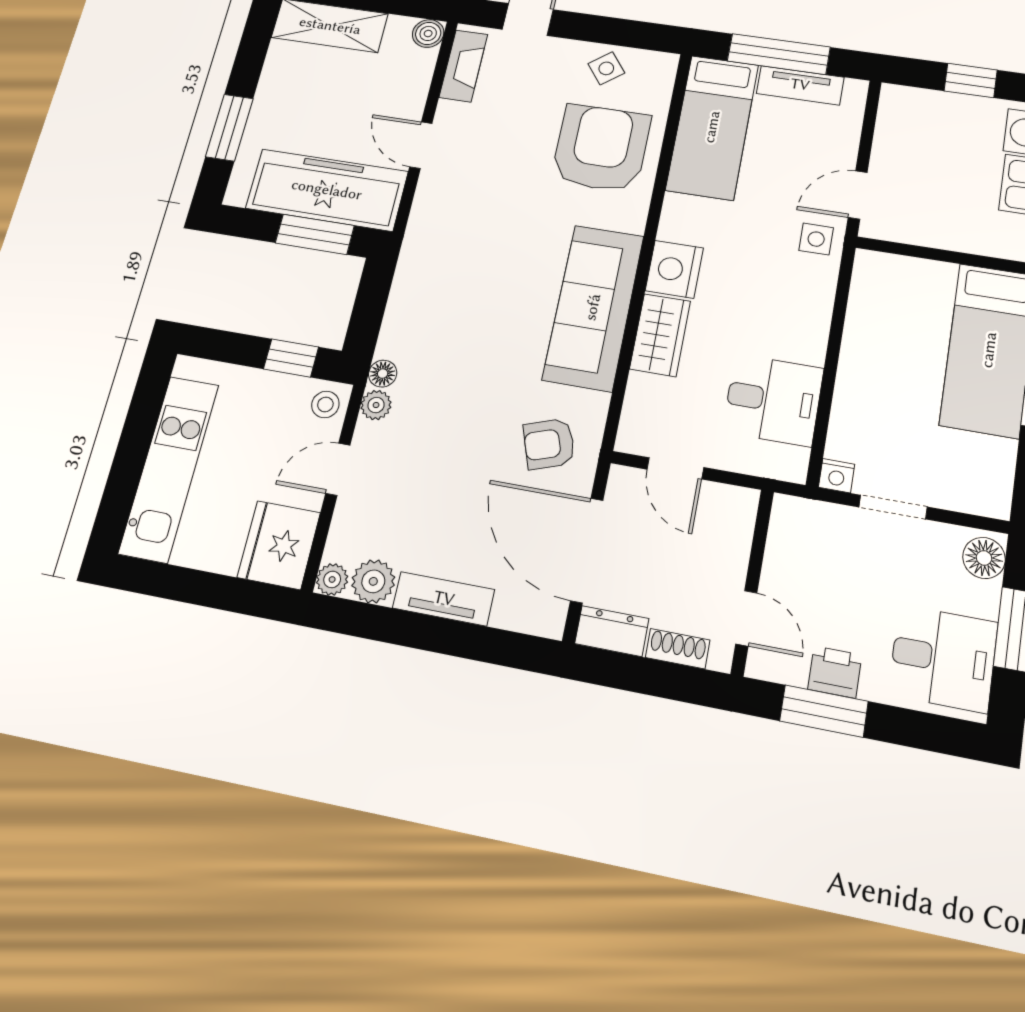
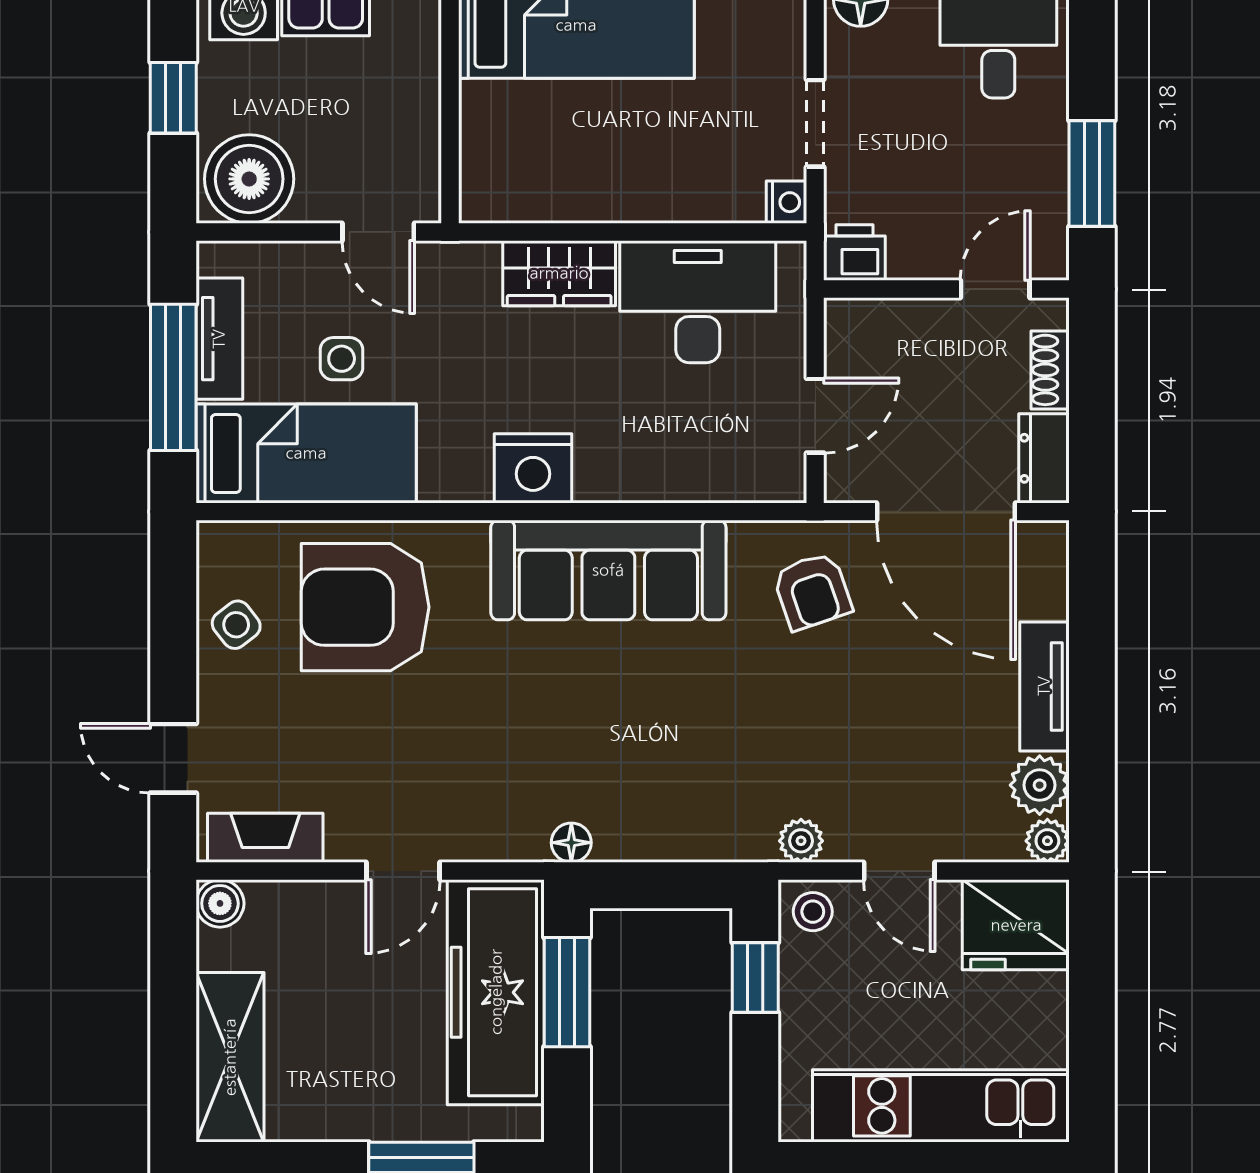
boiler: (907, 119) -> (249, 179), added
side table: (816, 239) -> (342, 359), moved
wardrobe: (660, 335) -> (559, 273), moved, turned 180
floor lamp: (383, 374) -> (571, 843), moved
desk: (773, 400) -> (698, 302), width x1.37
door: (587, 550) -> (946, 512), hinge flipped
printer: (835, 672) -> (854, 253), moved, turned 90

